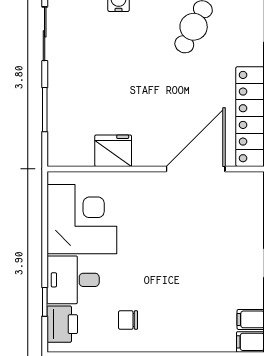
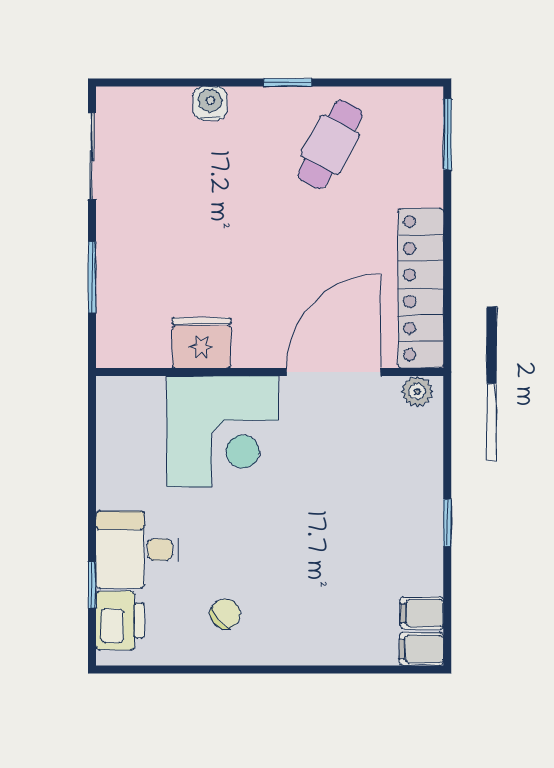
plant: (248, 181) -> (417, 391), added
corner desk: (82, 219) -> (223, 432), moved, turned 90
chair: (128, 320) -> (225, 614), turned 141

